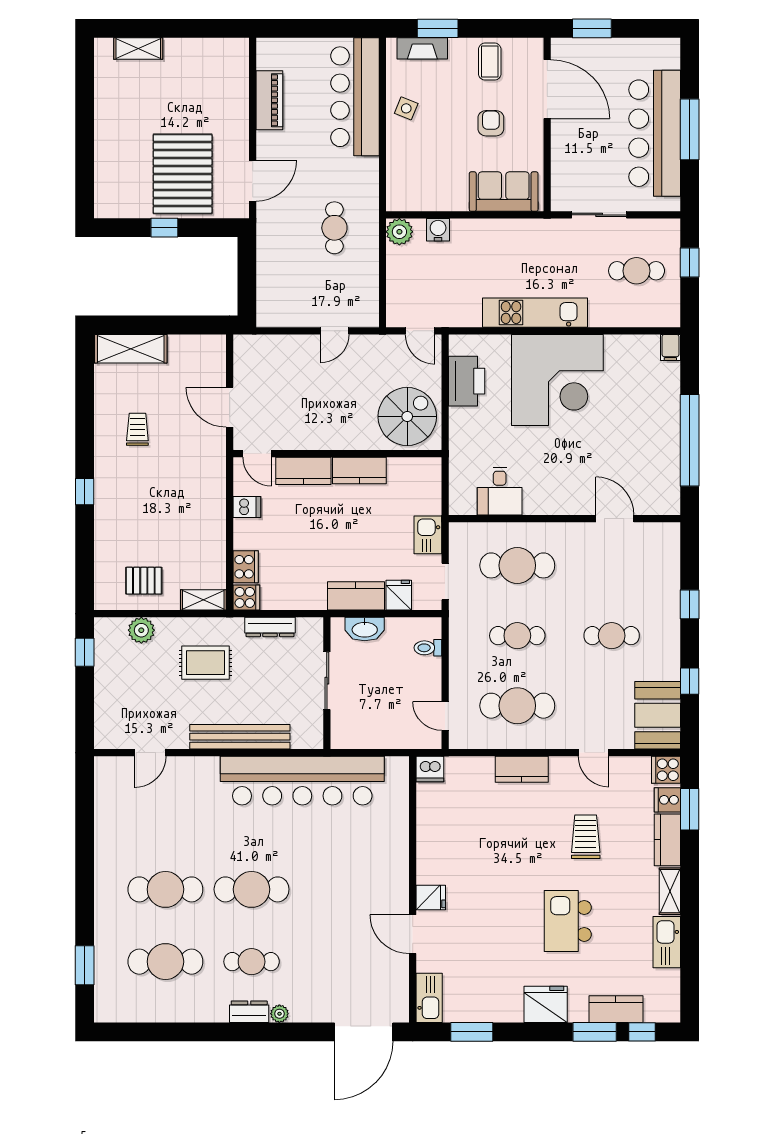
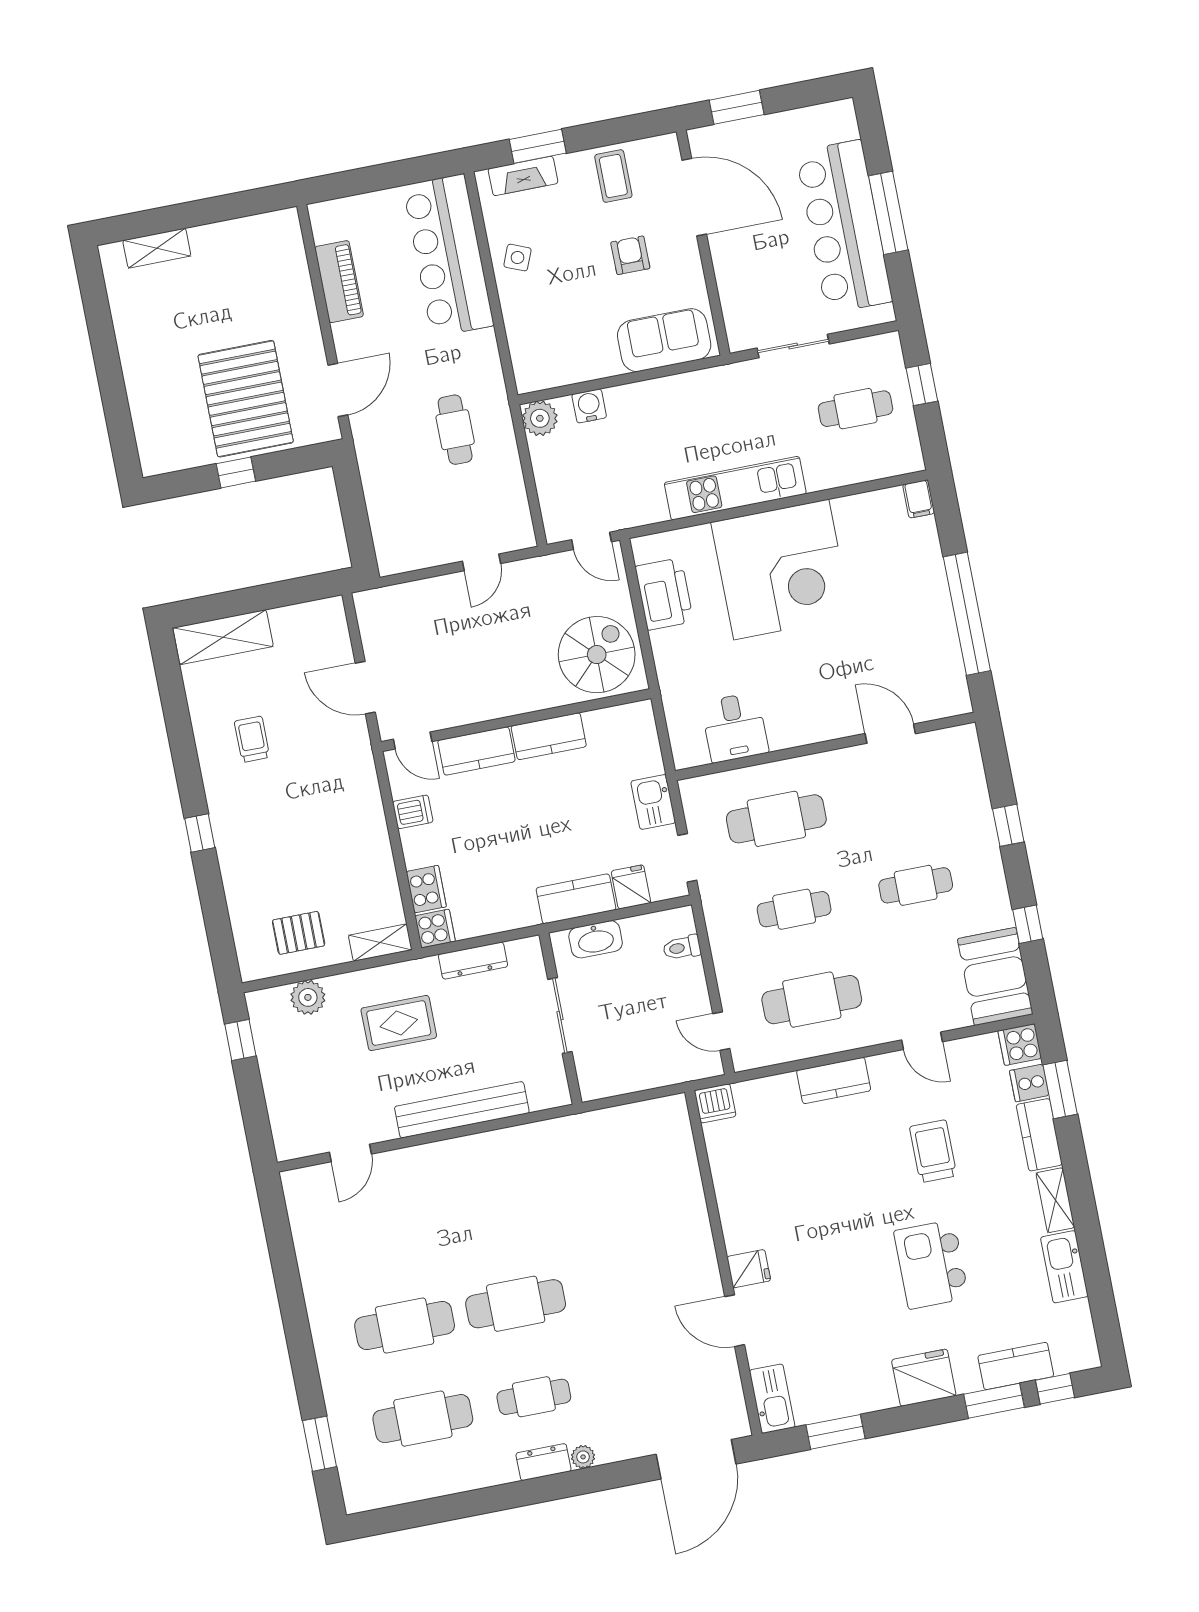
bar counter: (302, 781) -> (554, 1151), removed

